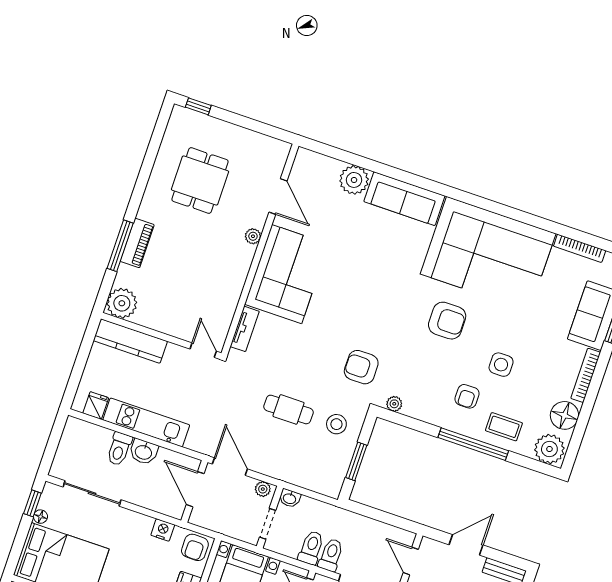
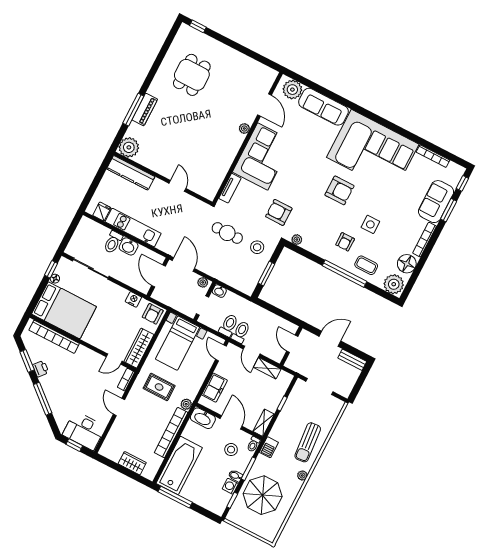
door: (278, 197) -> (265, 105), moved
plant: (253, 236) -> (244, 128), moved
wall: (260, 249) -> (248, 138), moved
corner sofa: (287, 274) -> (263, 156), moved
tv unit: (245, 329) -> (230, 188), moved

